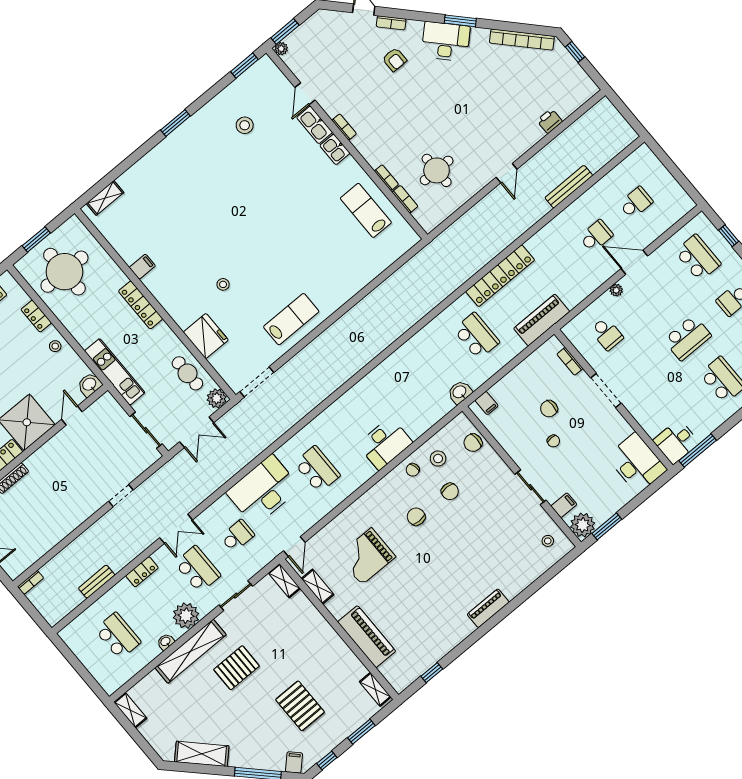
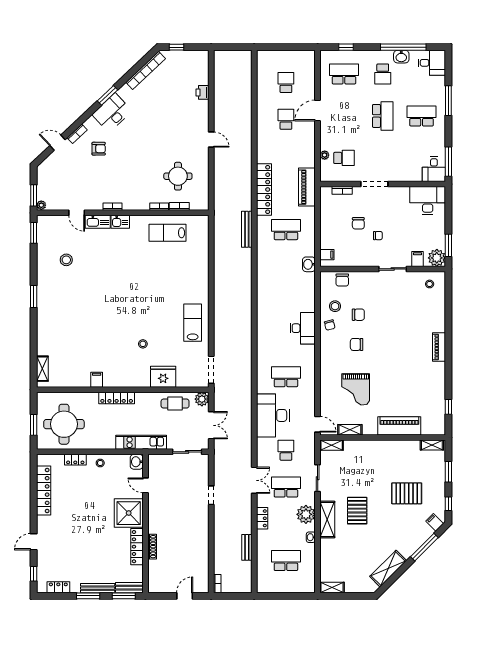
bench: (569, 187) -> (247, 229), moved
plant: (616, 290) -> (325, 155), moved
shelving: (191, 651) -> (327, 519), width x0.68

